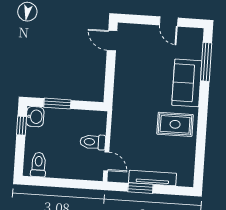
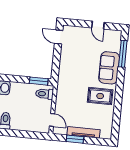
window: (57, 104) -> (39, 81), moved
toilet: (93, 142) -> (44, 94), moved

